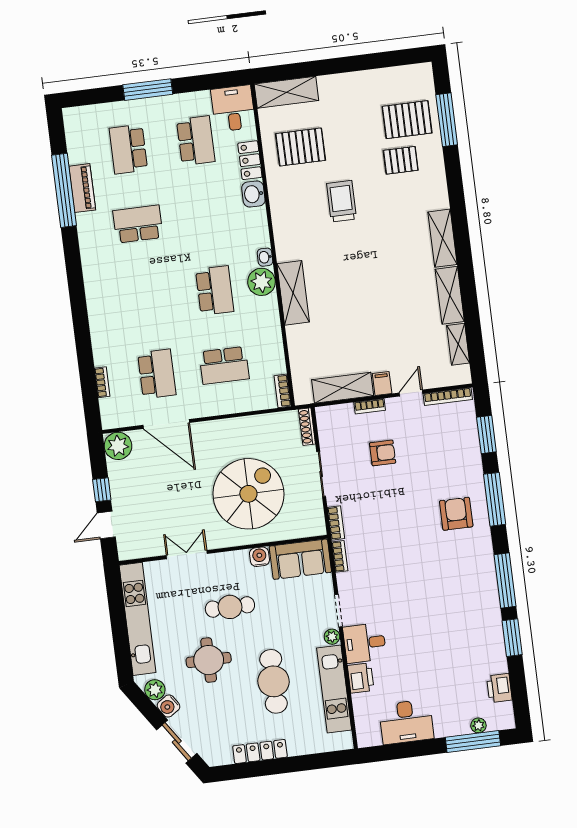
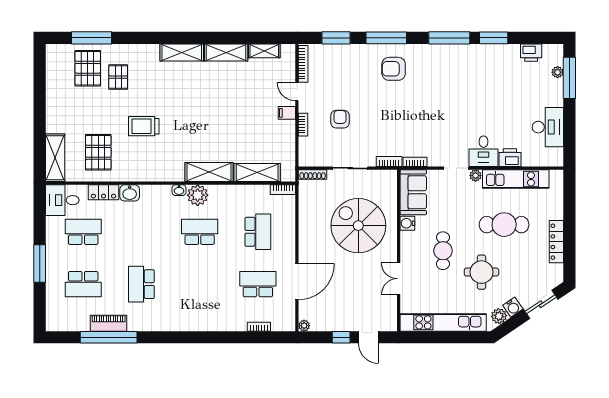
shelving: (343, 388) -> (257, 172), moved, turned 90
plant: (118, 446) -> (304, 326), width x0.53, depth x0.53

